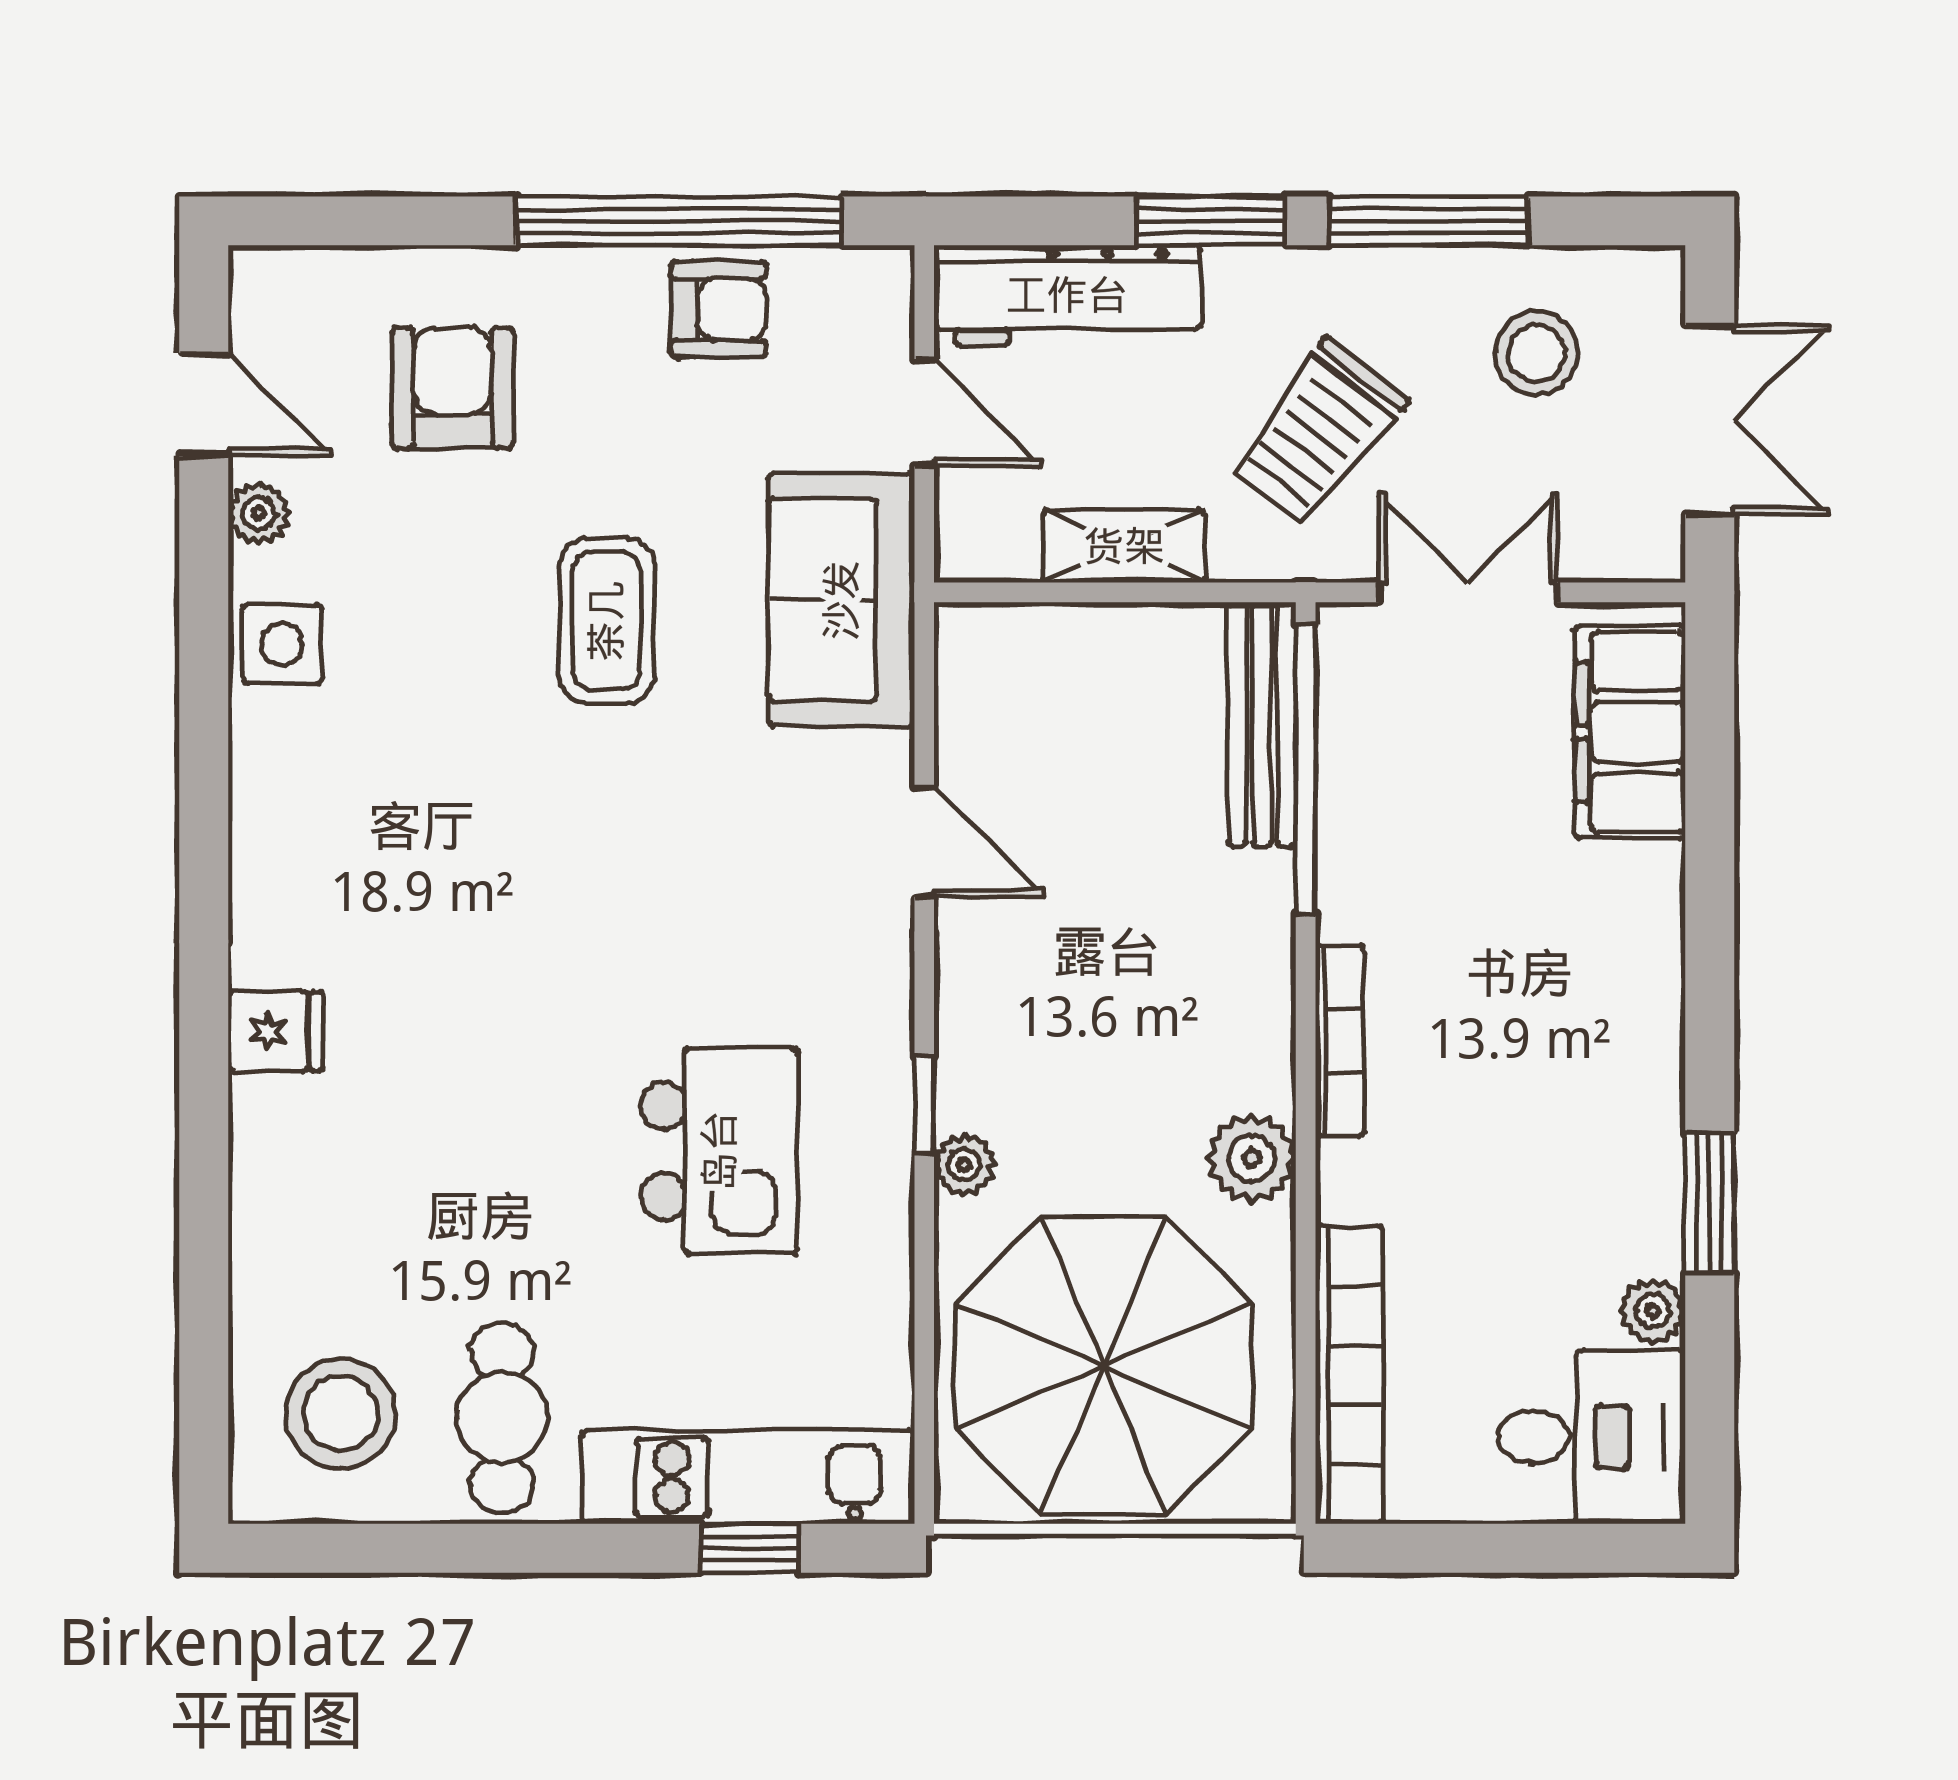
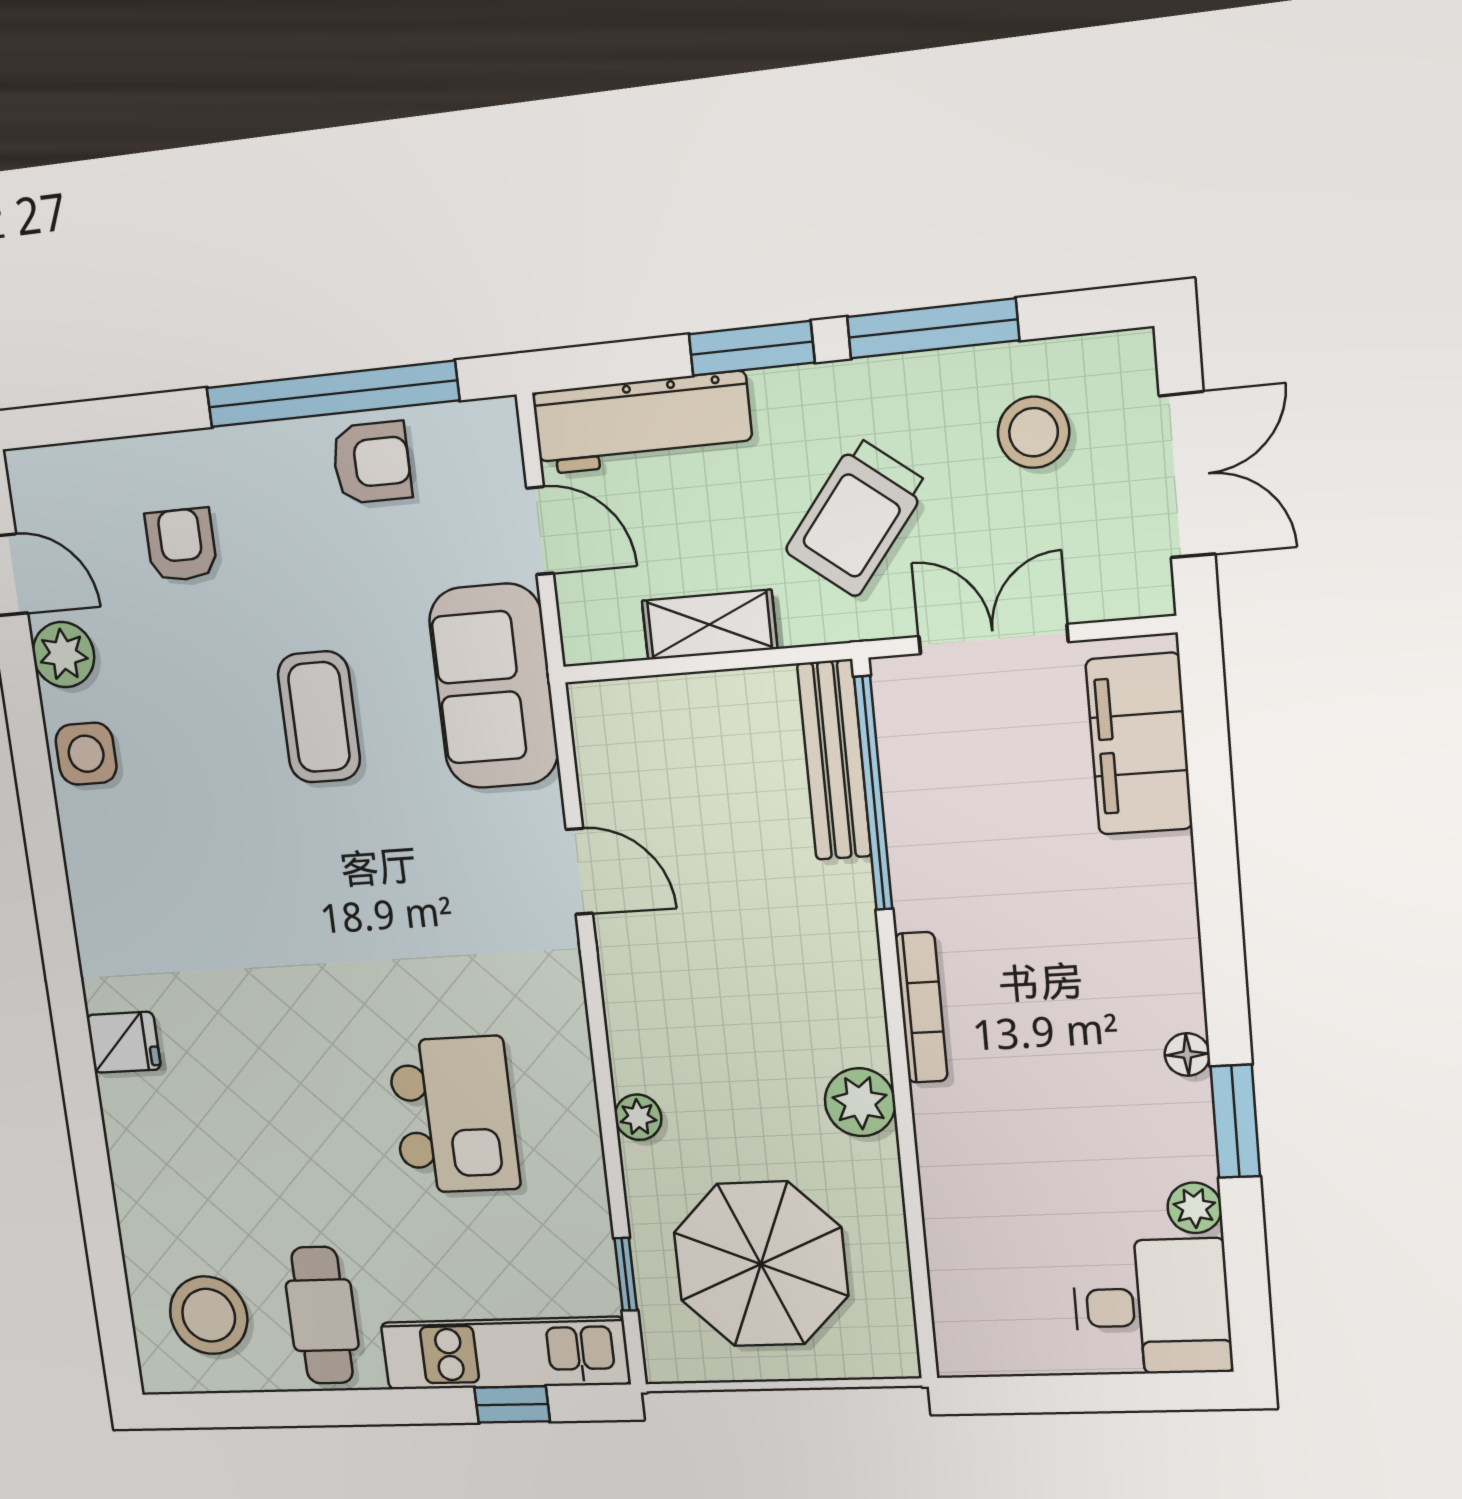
armchair: (453, 388) -> (181, 545), width x0.72, depth x0.72
plant: (259, 513) -> (63, 655), width x1.38, depth x1.38
window: (924, 1105) -> (626, 1274), moved
floor lamp: (1659, 1116) -> (1187, 1054), added
parasol: (1103, 1366) -> (761, 1264), width x0.73, depth x0.73
bookcase: (1349, 1375) -> (953, 1265), removed

